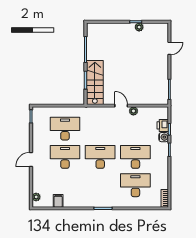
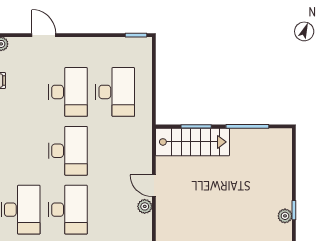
door: (121, 106) -> (154, 186), swing flipped
door: (31, 159) -> (44, 35), moved

